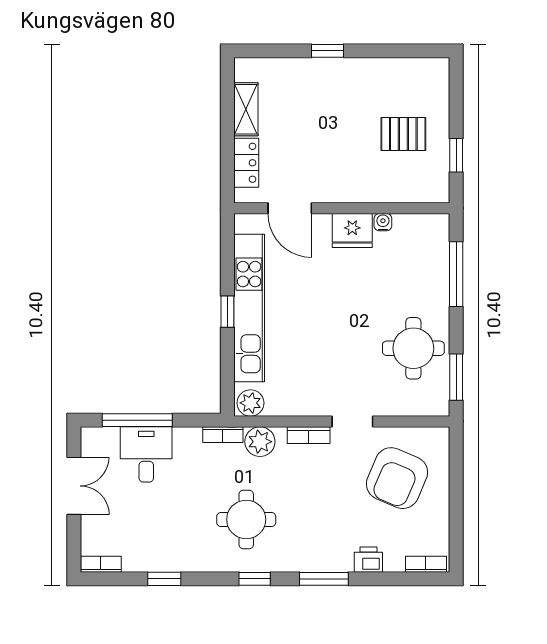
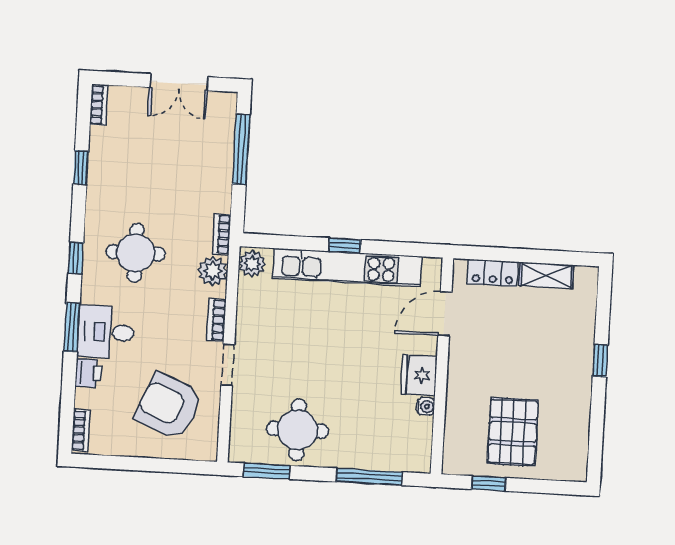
pallet: (403, 134) -> (513, 432), width x1.50, depth x1.42
desk: (146, 454) -> (106, 332), moved, turned 180

